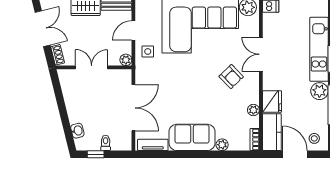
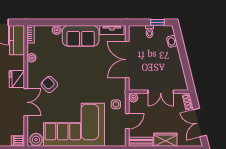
fridge: (272, 102) -> (17, 79), moved

